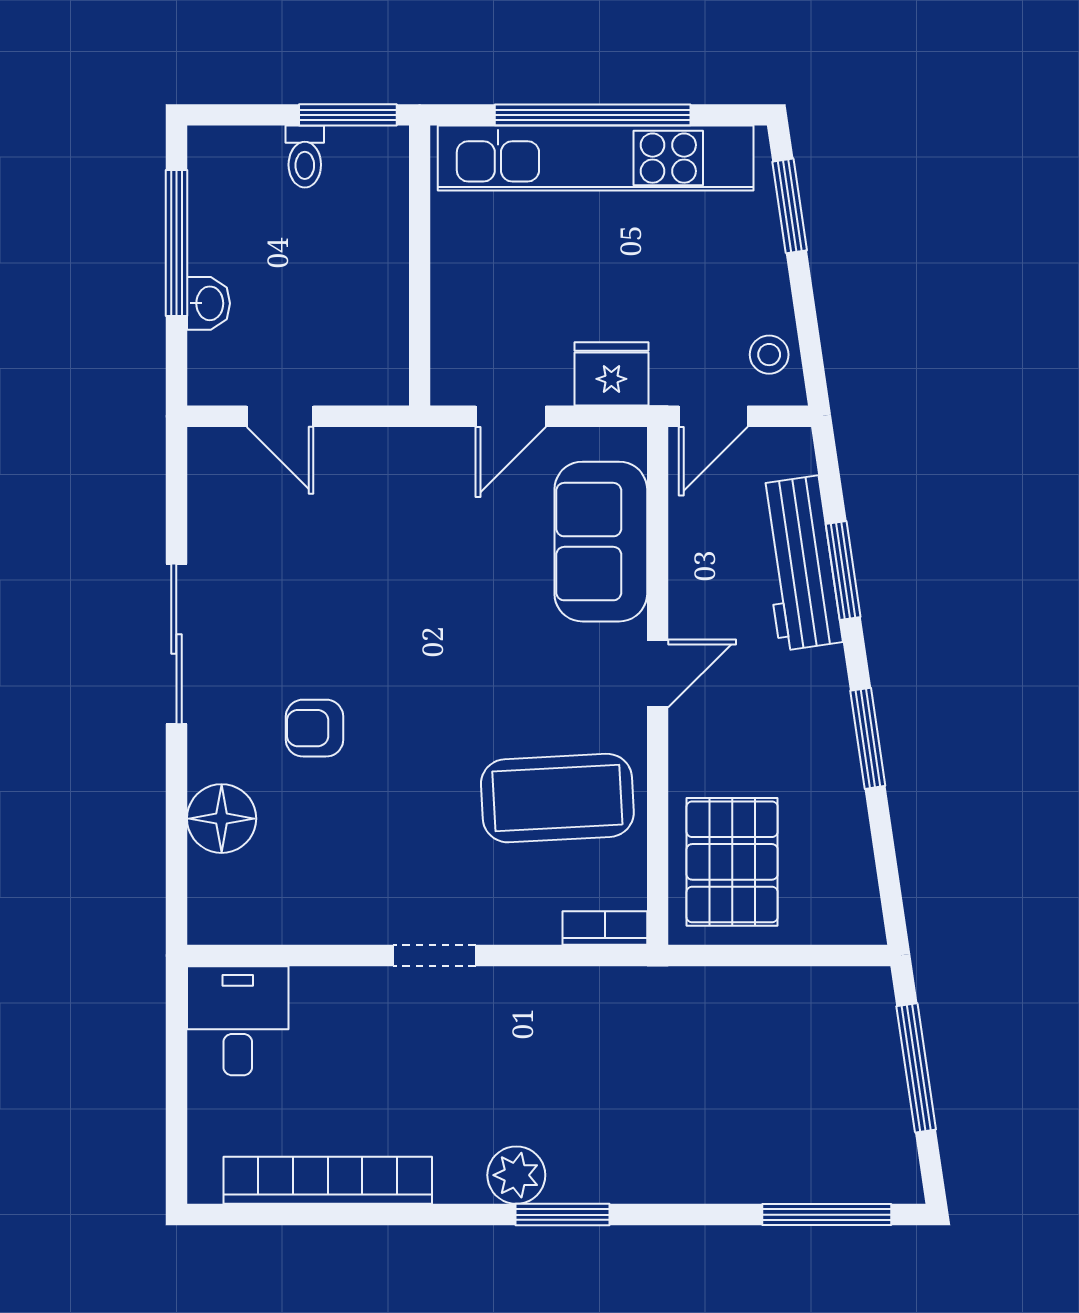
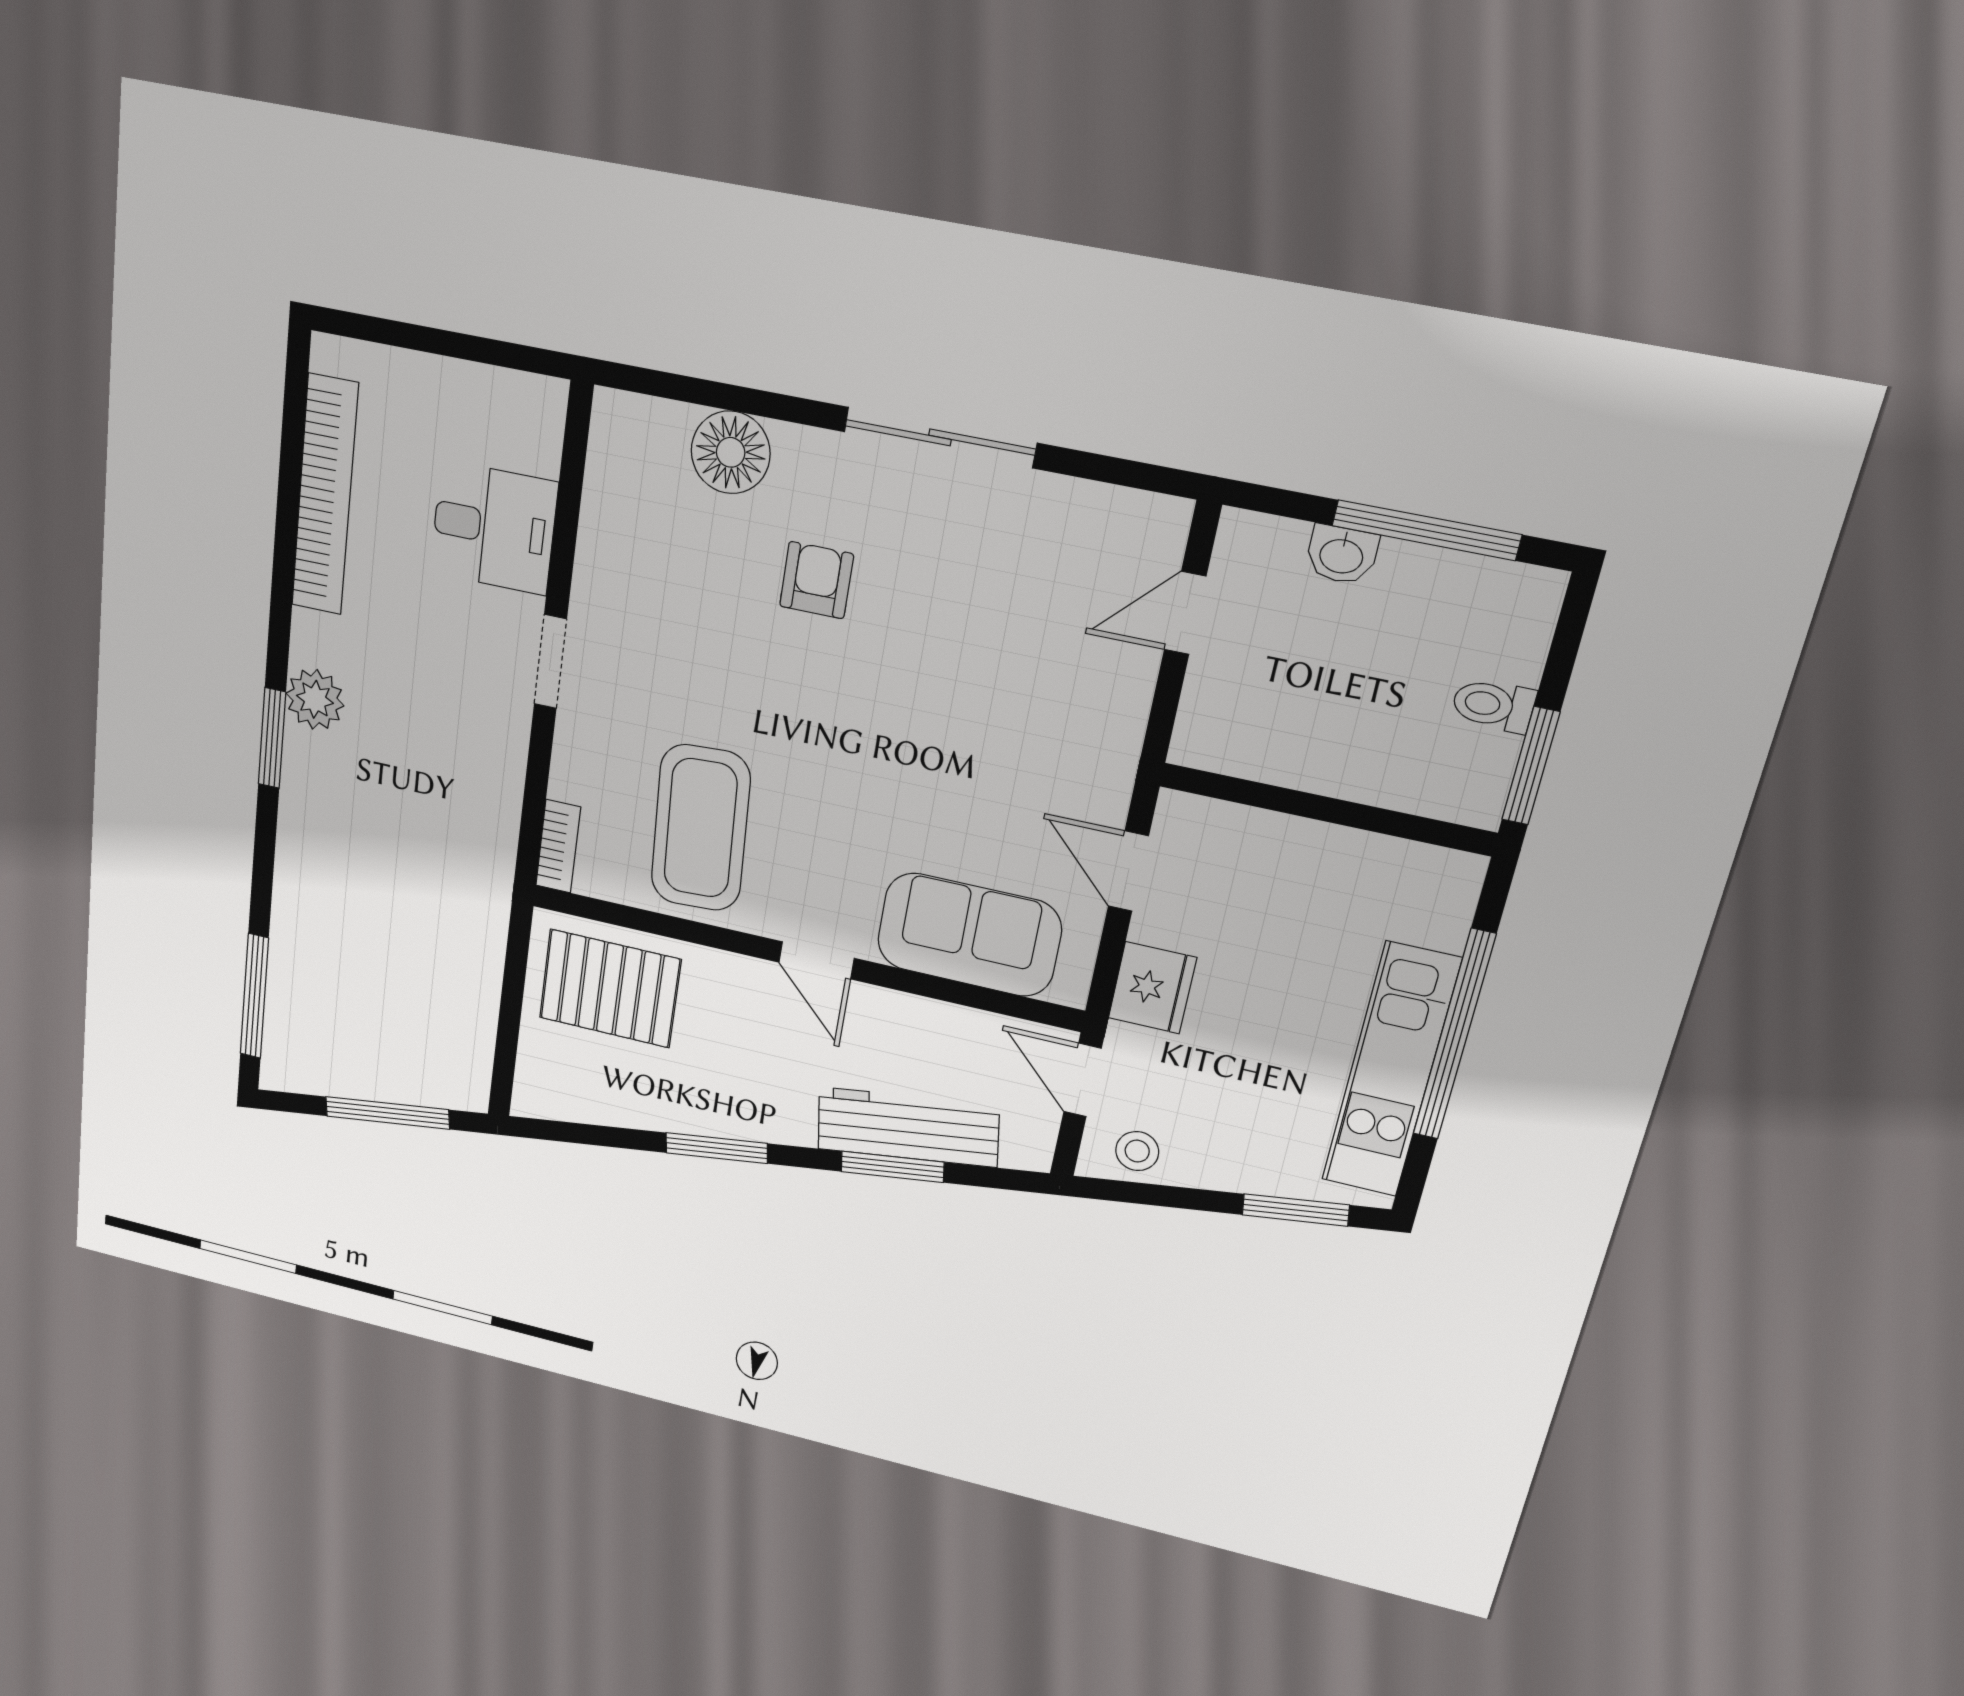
kitchen unit: (596, 158) -> (1391, 1071), width x0.73
desk: (238, 1021) -> (494, 528), moved

